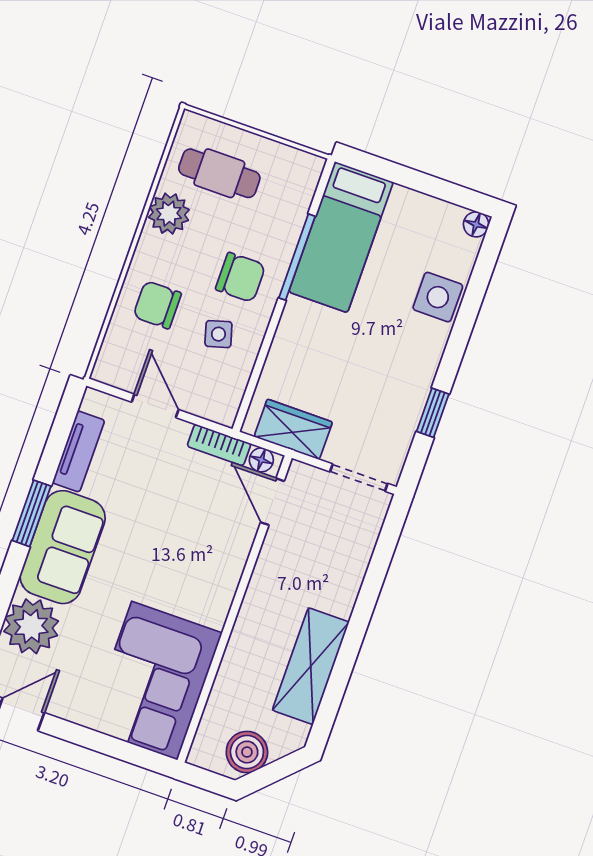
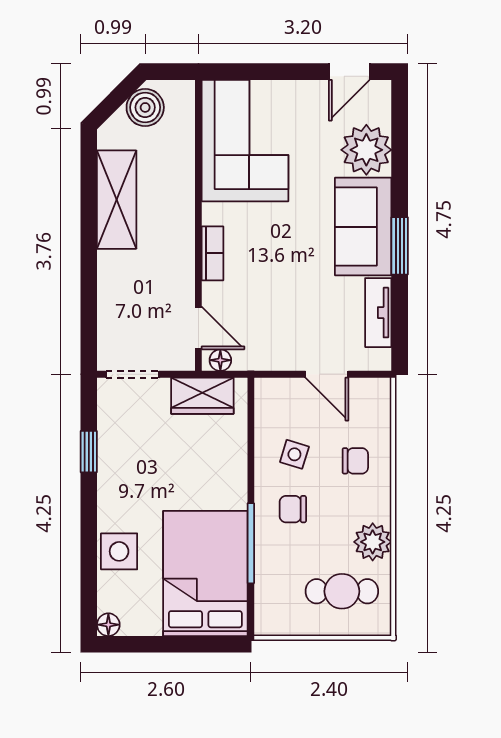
bed: (341, 237) -> (205, 574), width x1.50
chair: (240, 277) -> (293, 509), width x0.73, depth x0.73
chair: (157, 305) -> (355, 461), width x0.73, depth x0.73
side table: (218, 334) -> (294, 454), turned 33
bookcase: (219, 445) -> (213, 253), moved, turned 90

